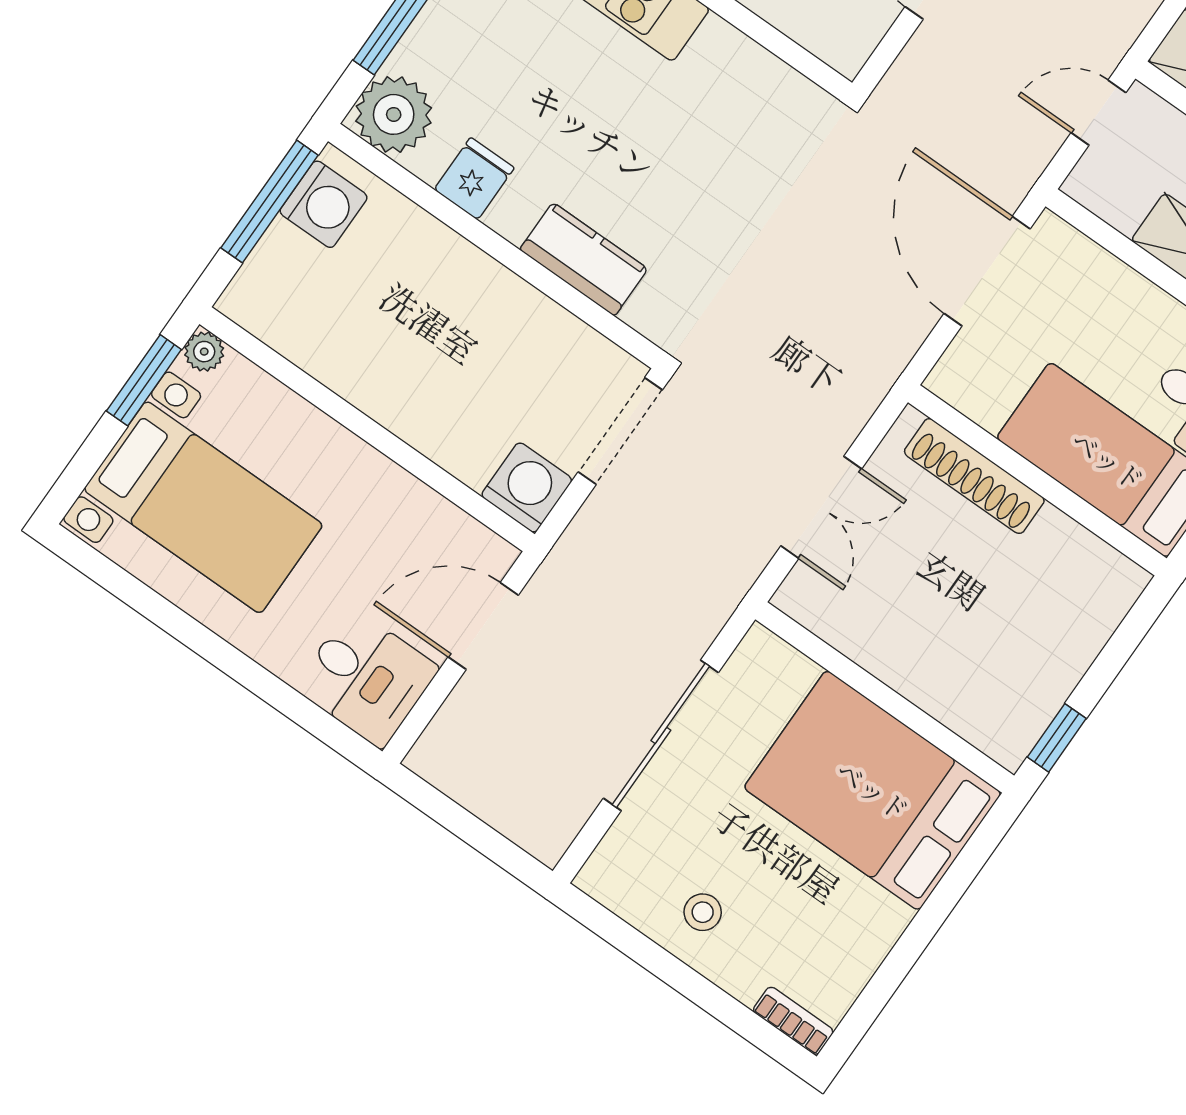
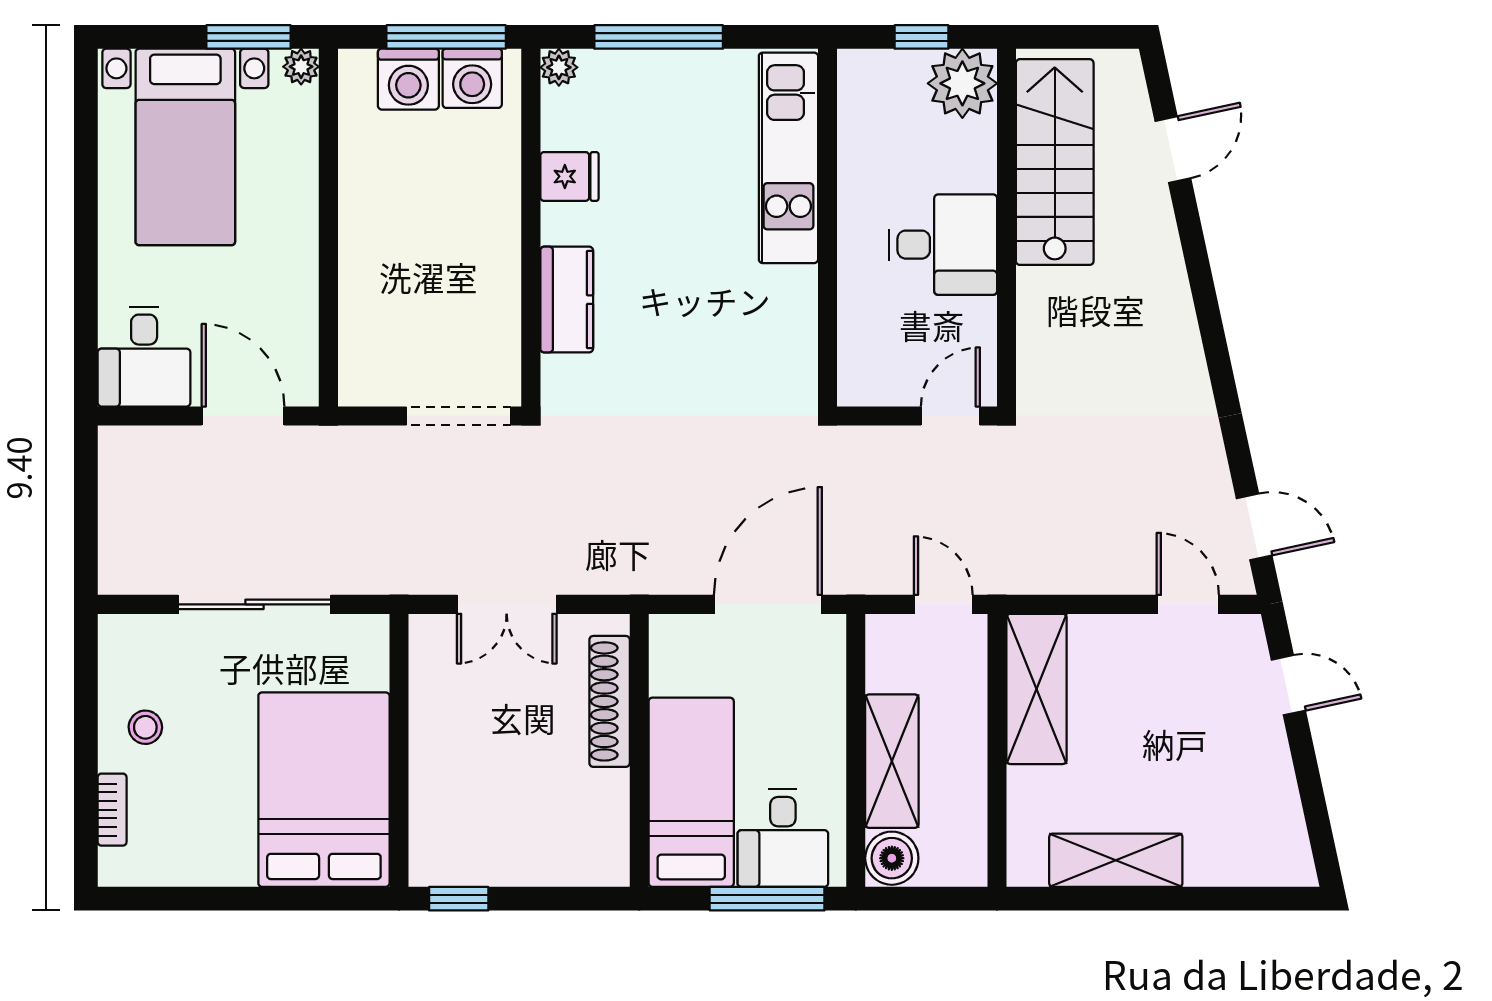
plant: (394, 114) -> (559, 67), width x0.53, depth x0.53
washing machine: (527, 487) -> (408, 79), moved, turned 90
bookcase: (793, 1021) -> (112, 810), moved

